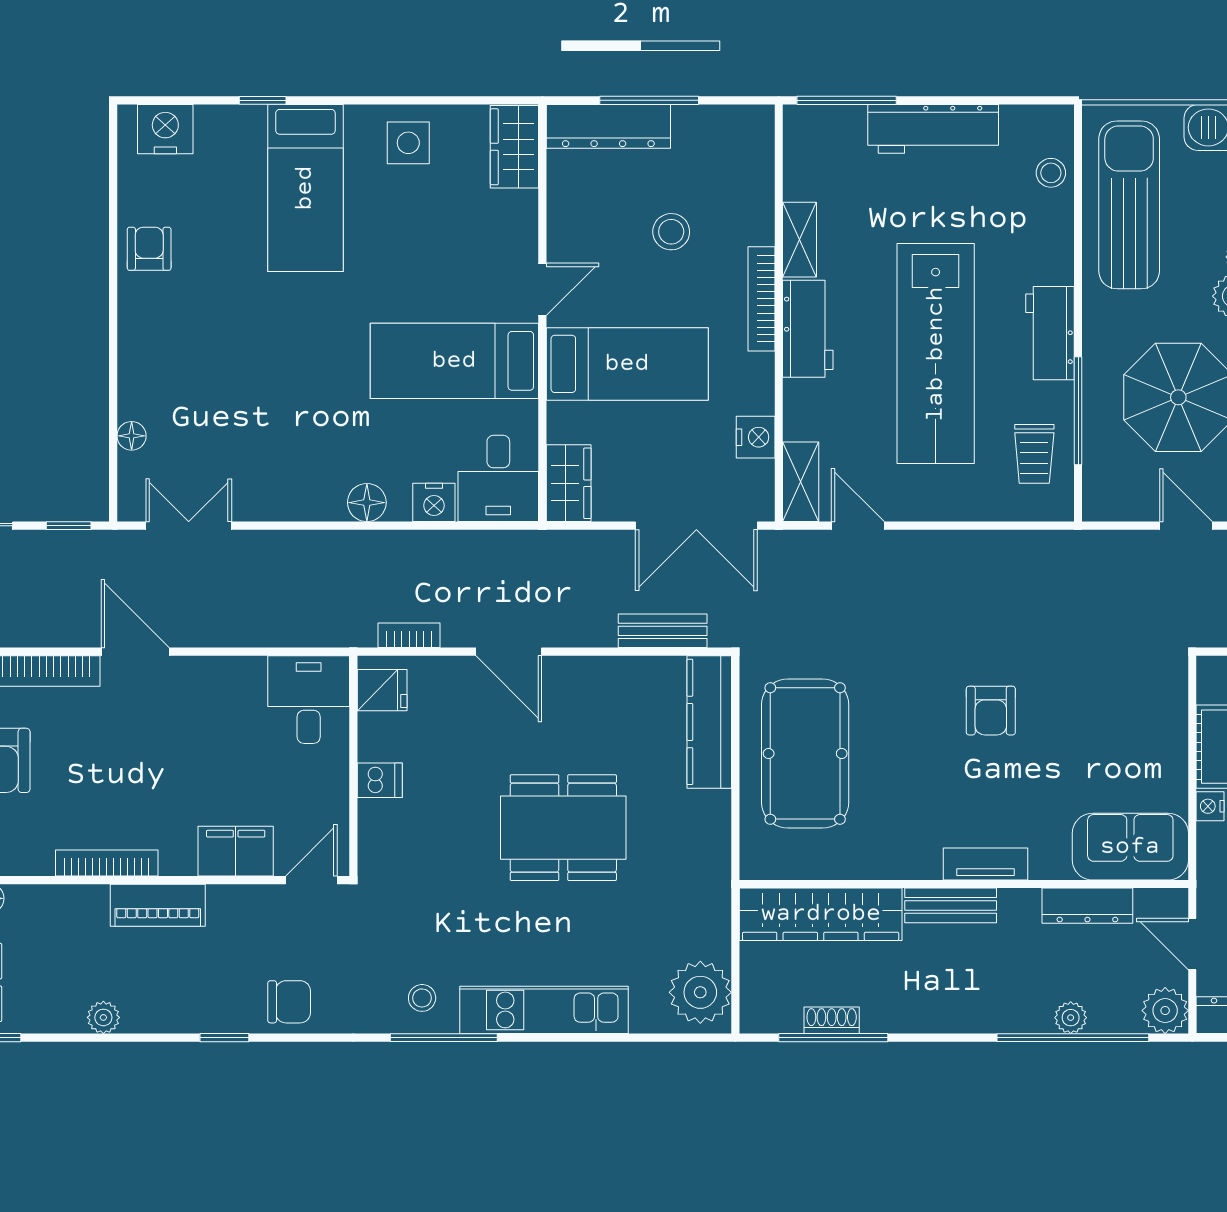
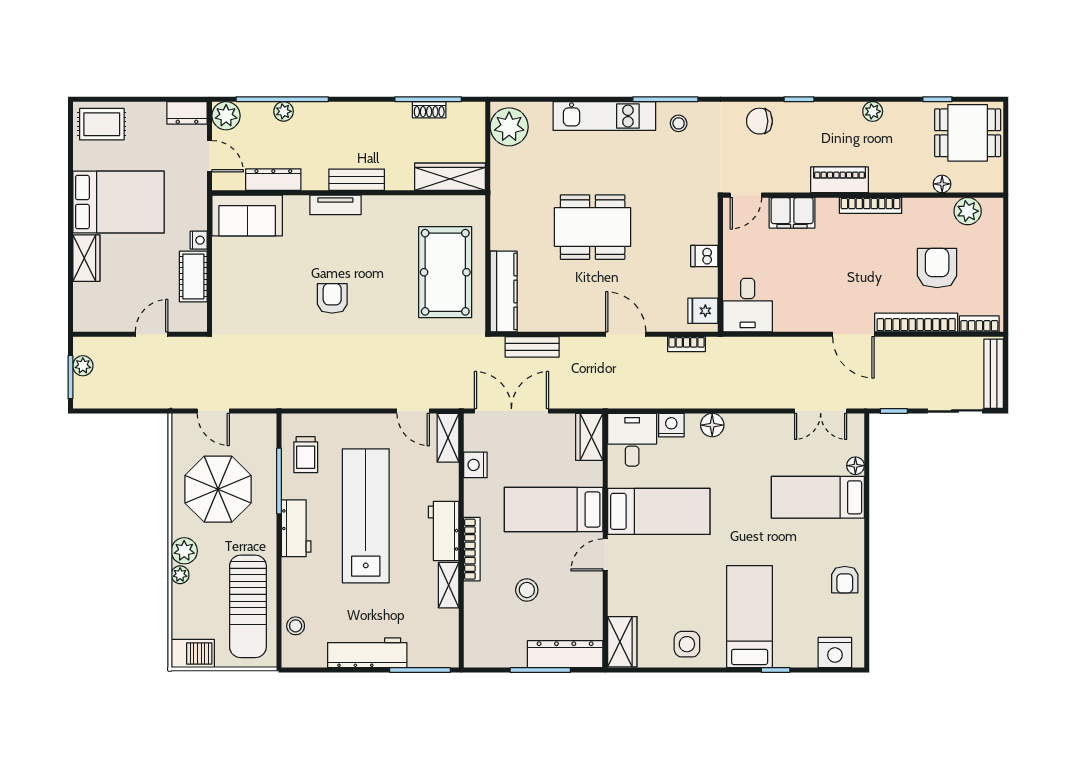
bed: (193, 384) -> (818, 497), added
trolley: (1034, 454) -> (306, 455), turned 180
wardrobe: (821, 914) -> (450, 177), width x0.71, depth x0.85

